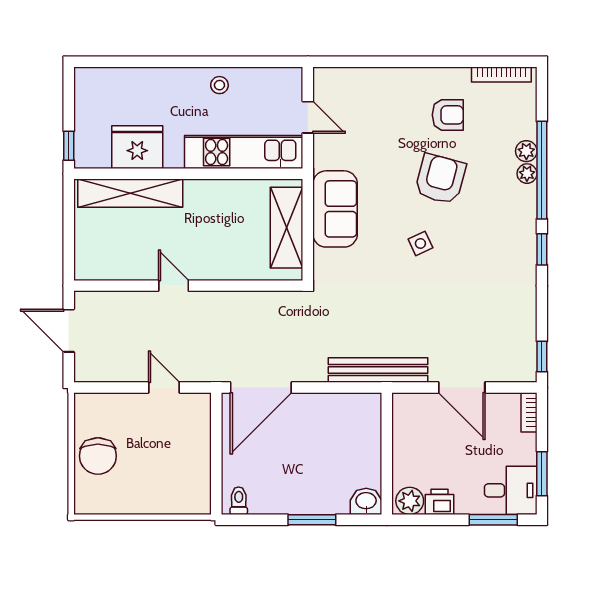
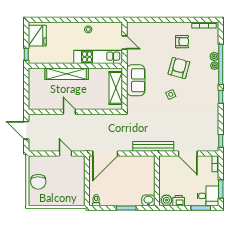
fridge: (137, 147) -> (37, 36), moved, turned 90
shelving: (130, 193) -> (67, 74), moved

